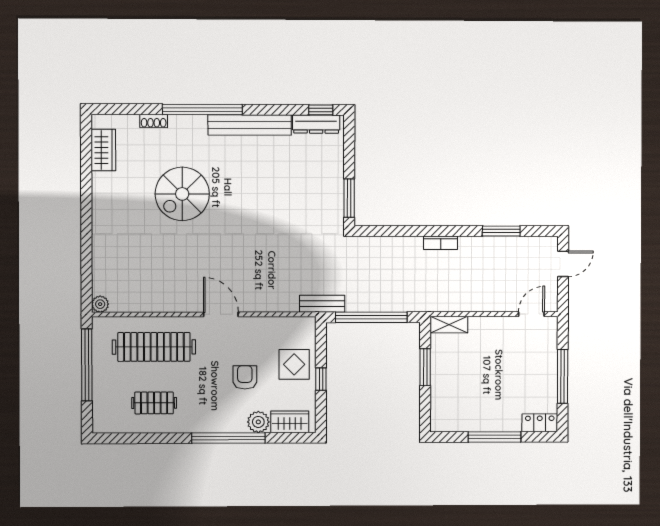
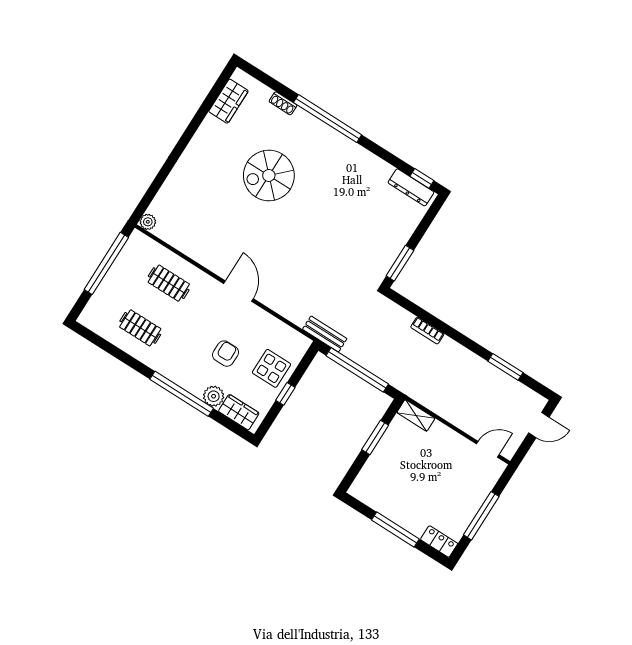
bench: (250, 125) -> (357, 155), removed
bookcase: (441, 243) -> (427, 331), moved
clothes rail: (154, 347) -> (169, 283), width x0.54, depth x0.76

